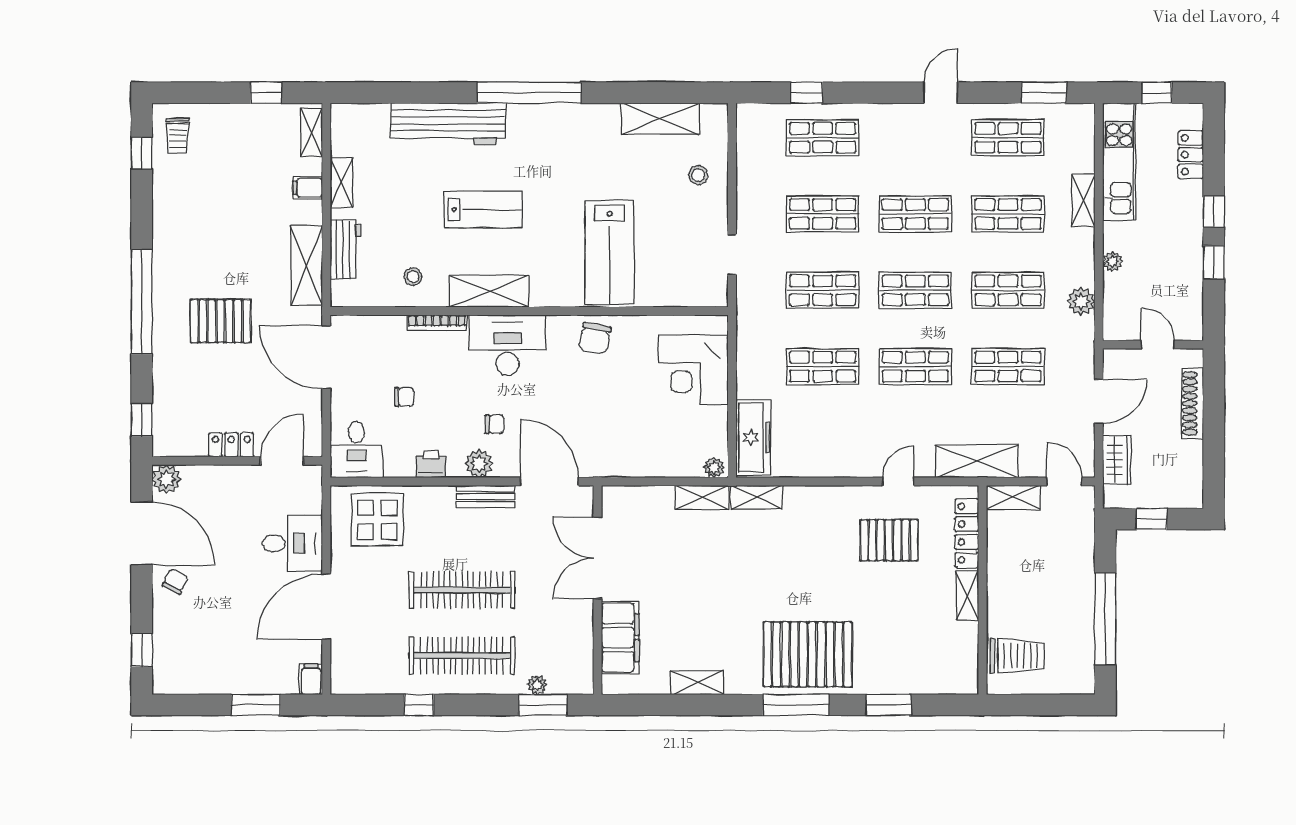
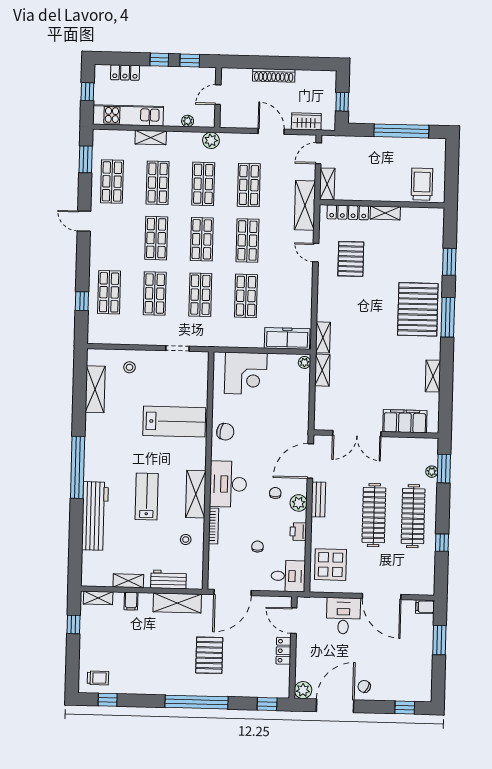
wall: (1153, 345) -> (218, 98), moved
door: (1158, 345) -> (218, 95), moved

